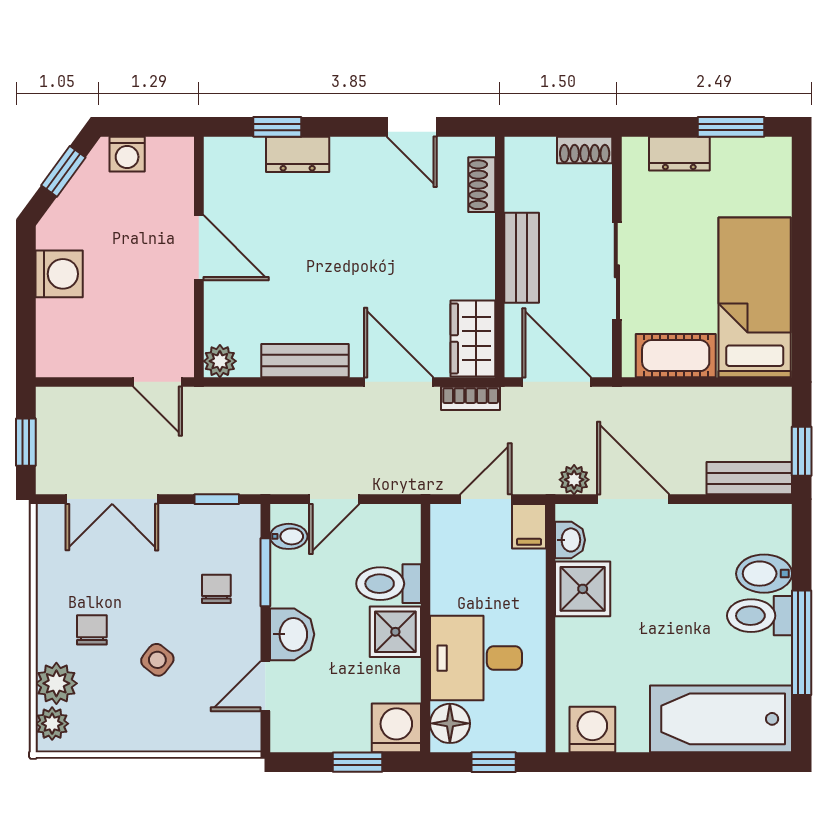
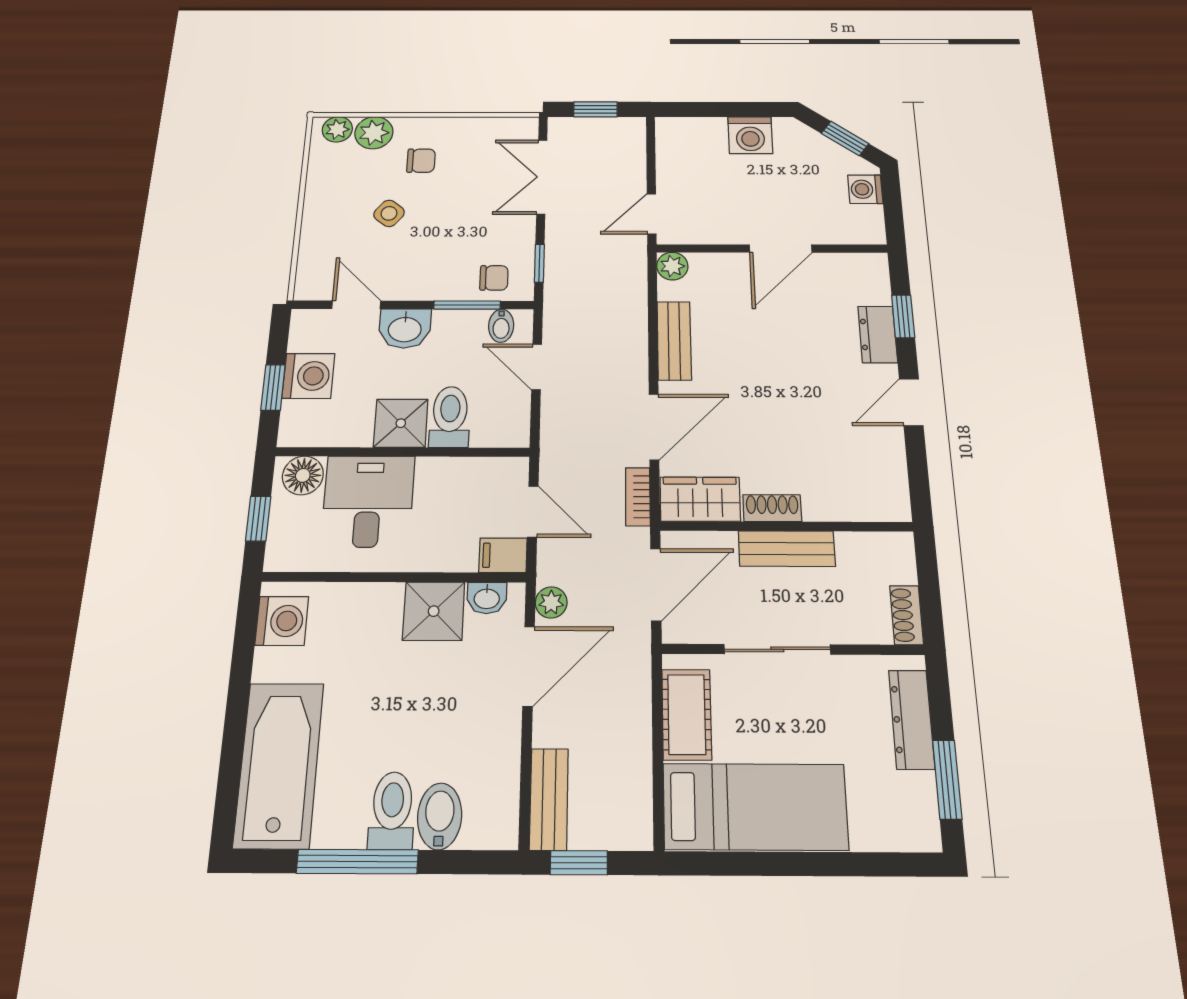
door: (412, 127) -> (911, 402), moved
dresser: (679, 154) -> (912, 719), width x1.44
shoe rack: (482, 185) -> (772, 508), moved
chair: (216, 589) -> (494, 278), moved
washing machine: (396, 728) -> (308, 376), moved

